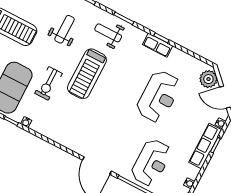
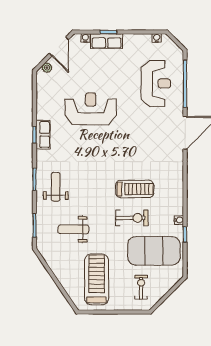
weight bench: (108, 33) -> (56, 187), turned 180
treadmill: (87, 74) -> (135, 189), moved, width x0.73, depth x0.73
plant: (208, 79) -> (47, 68), width x0.53, depth x0.53
row of seats: (205, 146) -> (107, 41), width x0.68
reception desk: (151, 163) -> (156, 83), turned 90

